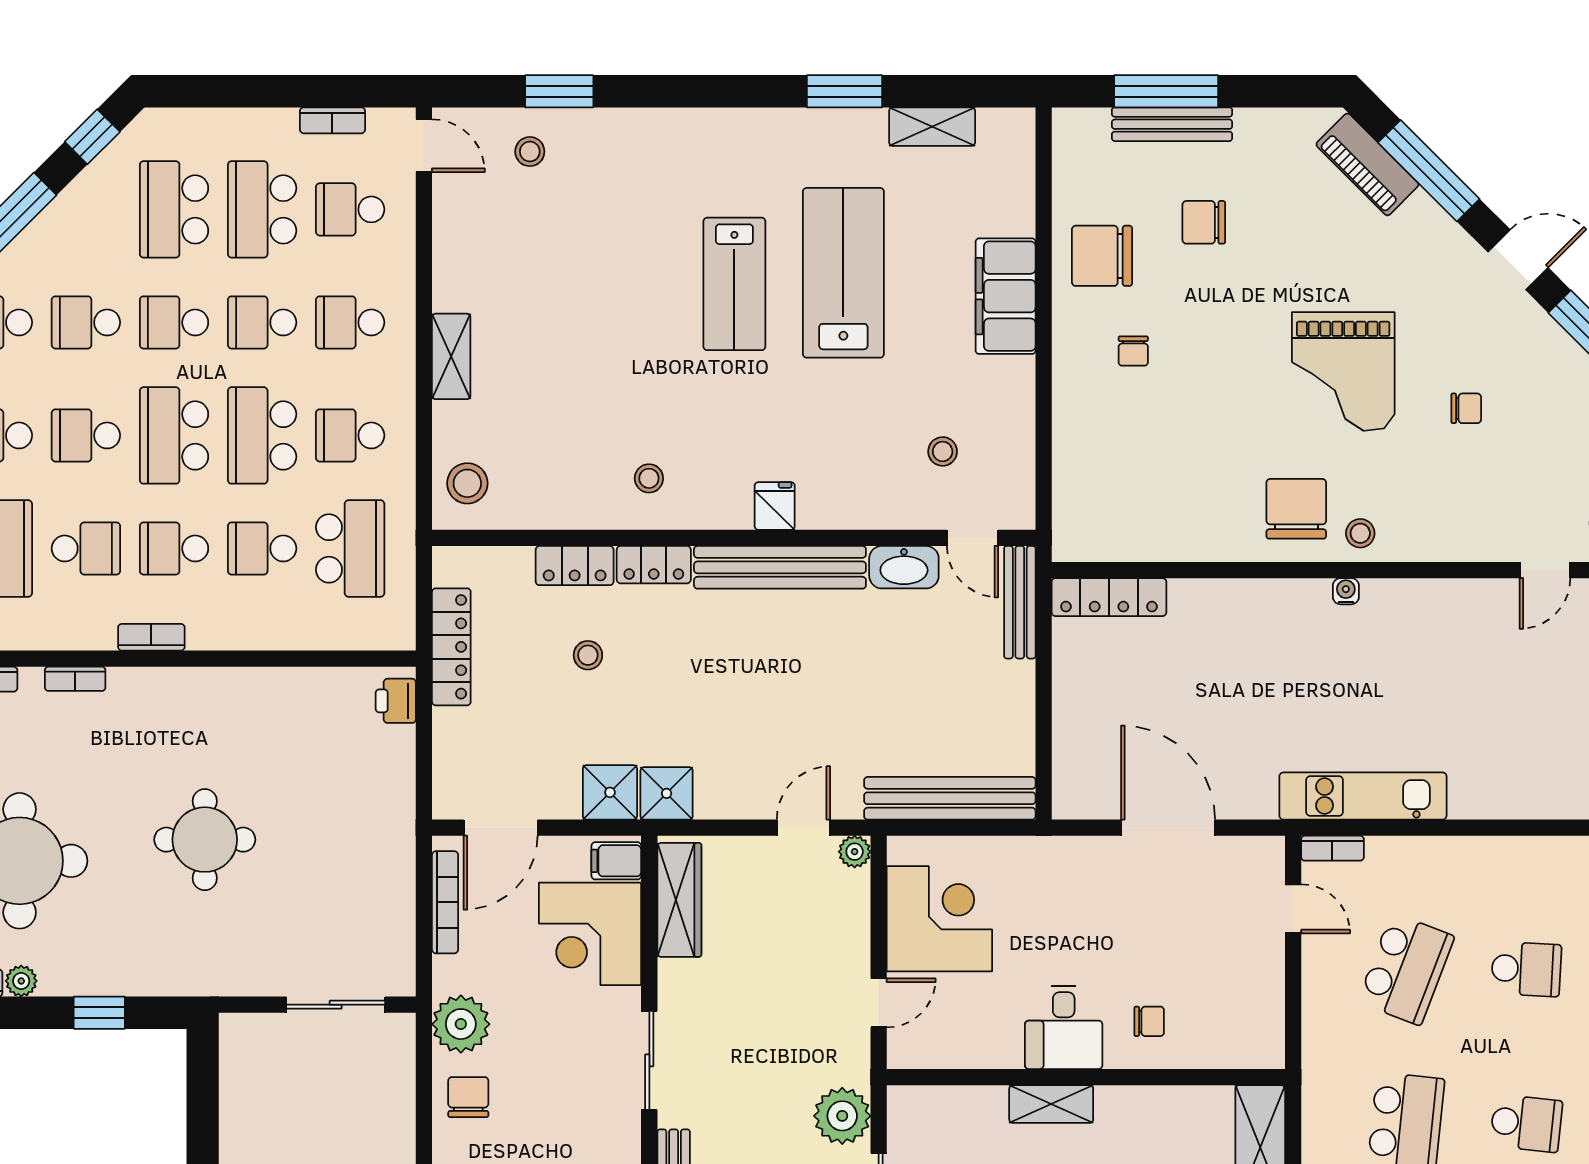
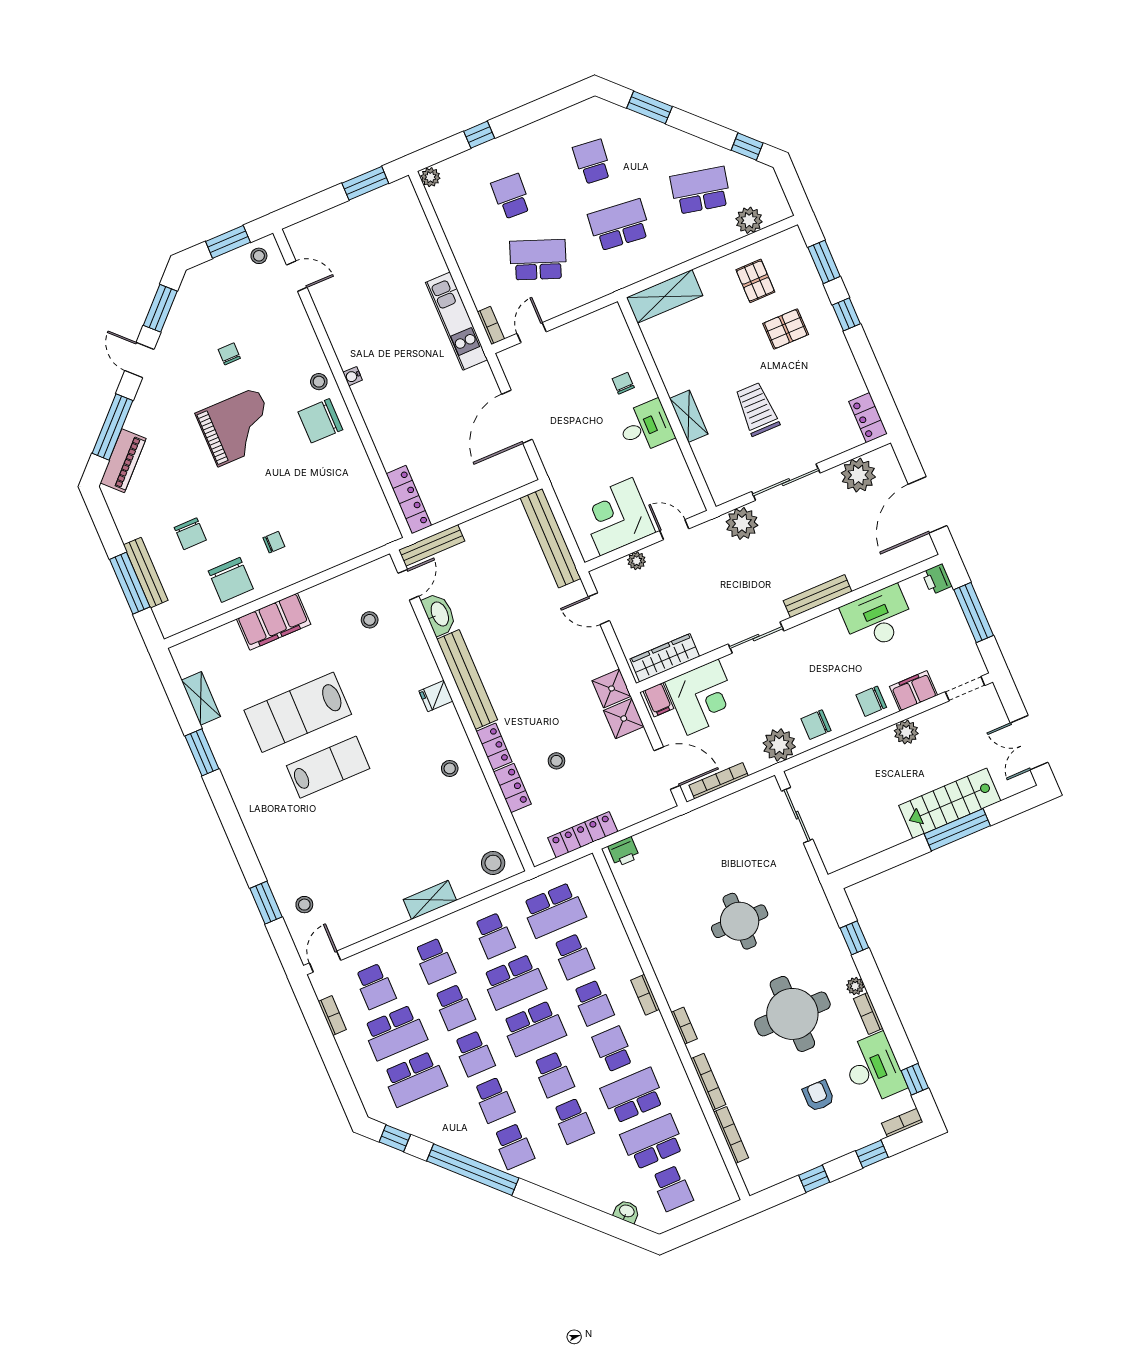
school desk: (350, 548) -> (554, 910), turned 180
plant: (855, 852) -> (637, 561), moved

